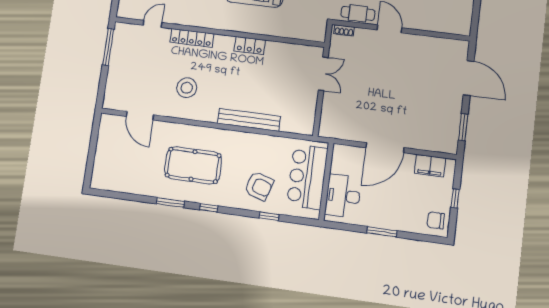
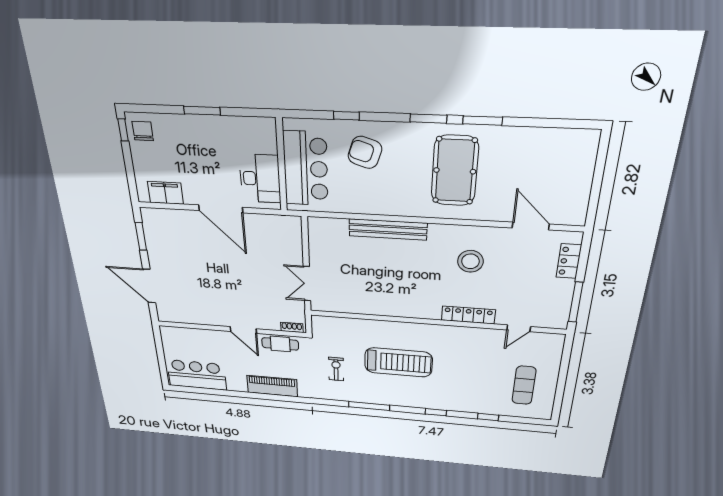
locker: (250, 45) -> (569, 261), moved, turned -90
door: (385, 148) -> (221, 209), swing flipped
pool table: (193, 165) -> (455, 171), turned 90
desk: (343, 196) -> (260, 179), moved
window: (455, 198) -> (123, 130), moved
window: (209, 208) -> (428, 119), width x1.50
chair: (436, 220) -> (143, 131), turned -90

